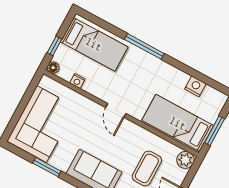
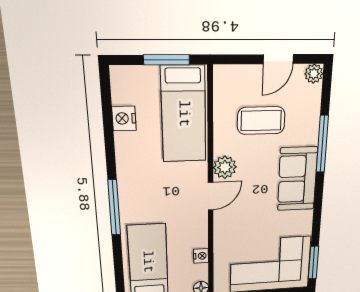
plant: (185, 160) -> (225, 167), moved
window: (47, 167) -> (313, 263), moved

